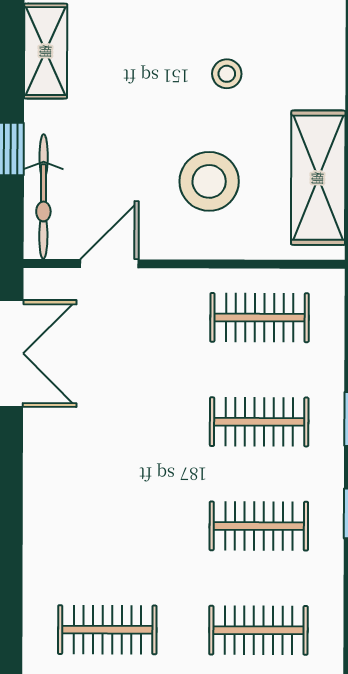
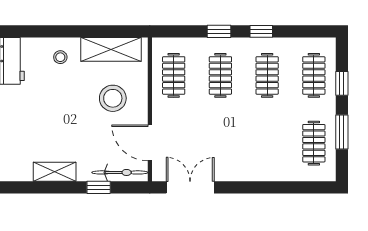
stool: (227, 74) -> (60, 57), moved
door: (109, 264) -> (150, 143), width x1.38

